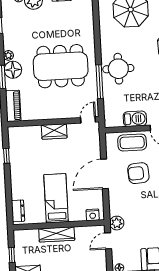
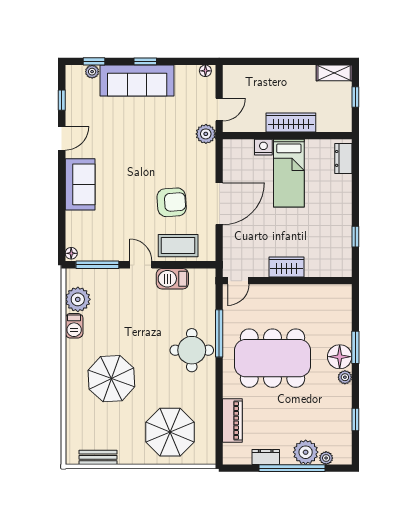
piano: (13, 106) -> (232, 421), moved, turned 180
nightstand: (93, 215) -> (263, 147), moved

